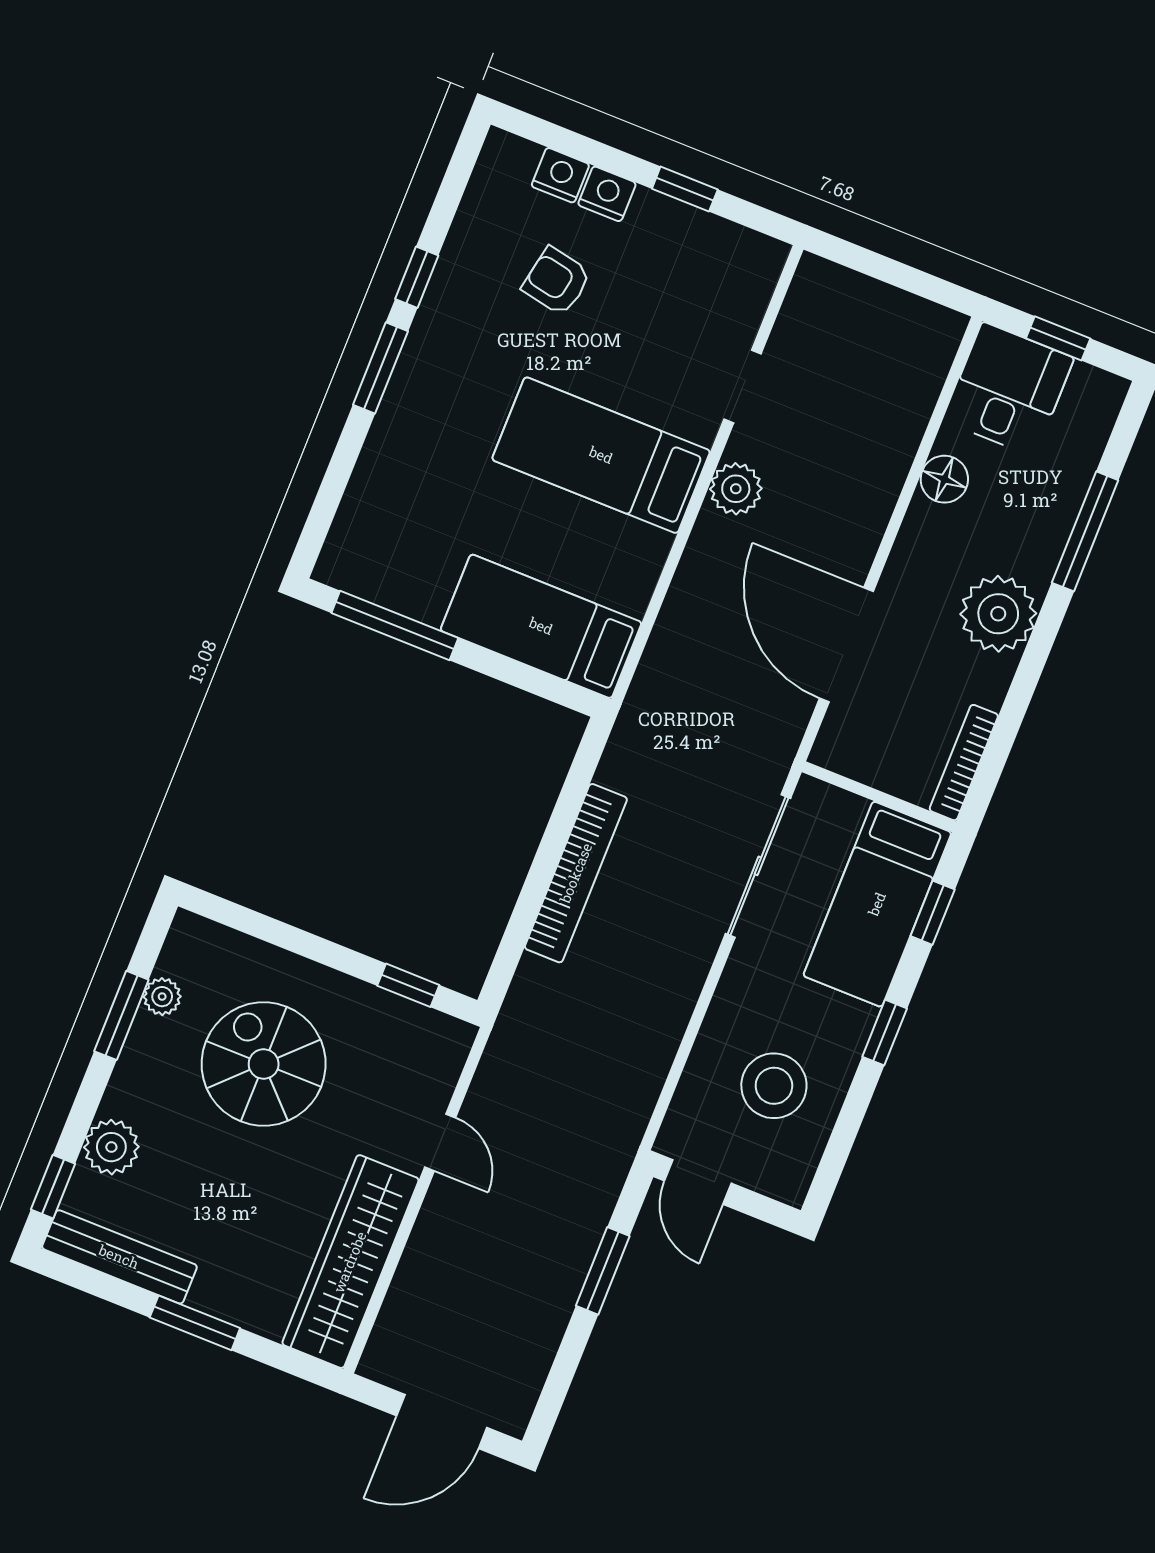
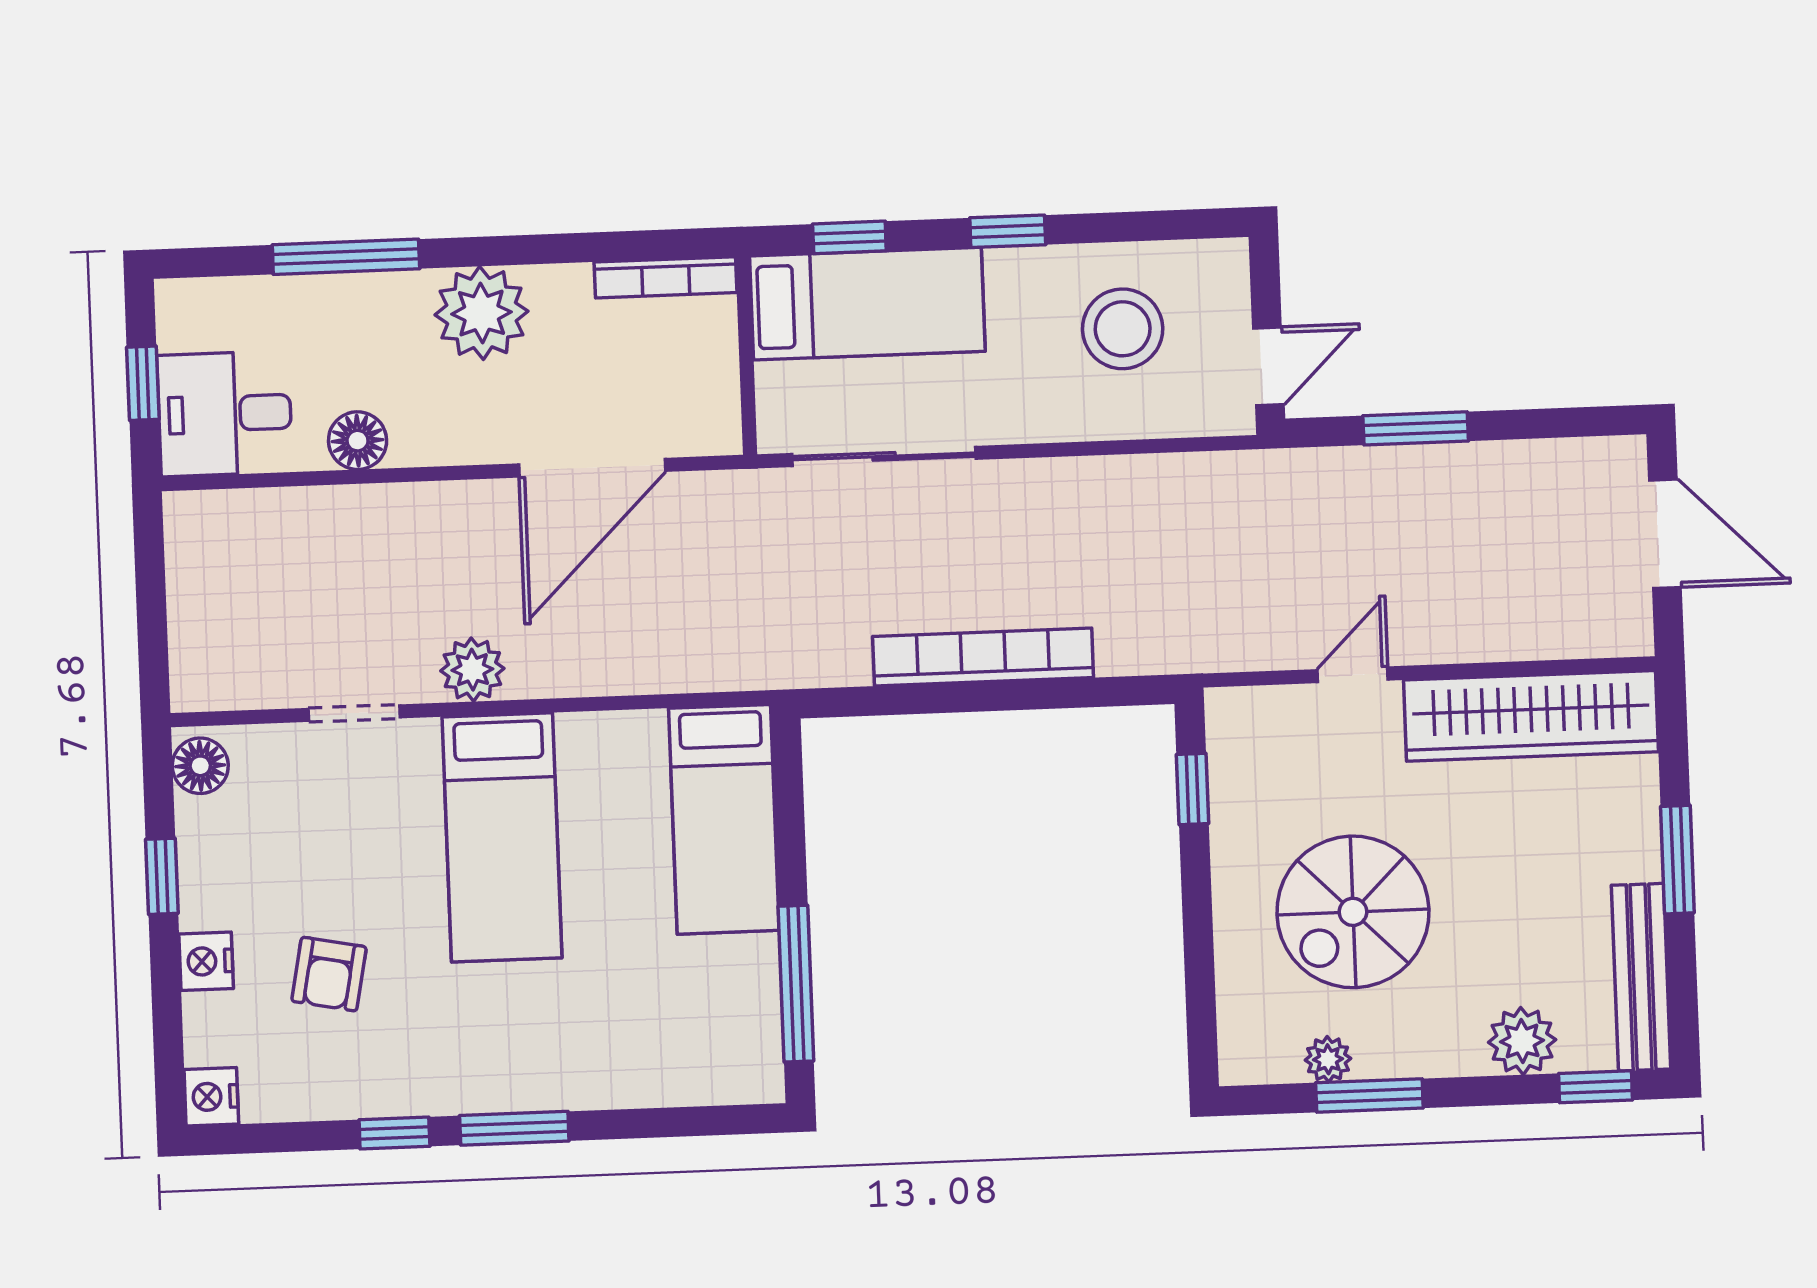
nightstand: (560, 175) -> (211, 1097), moved
floor lamp: (754, 254) -> (200, 766), added

